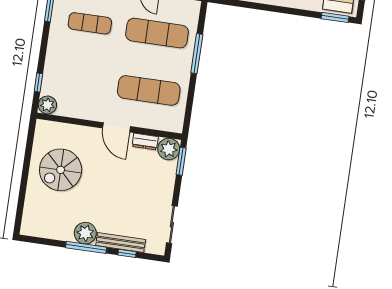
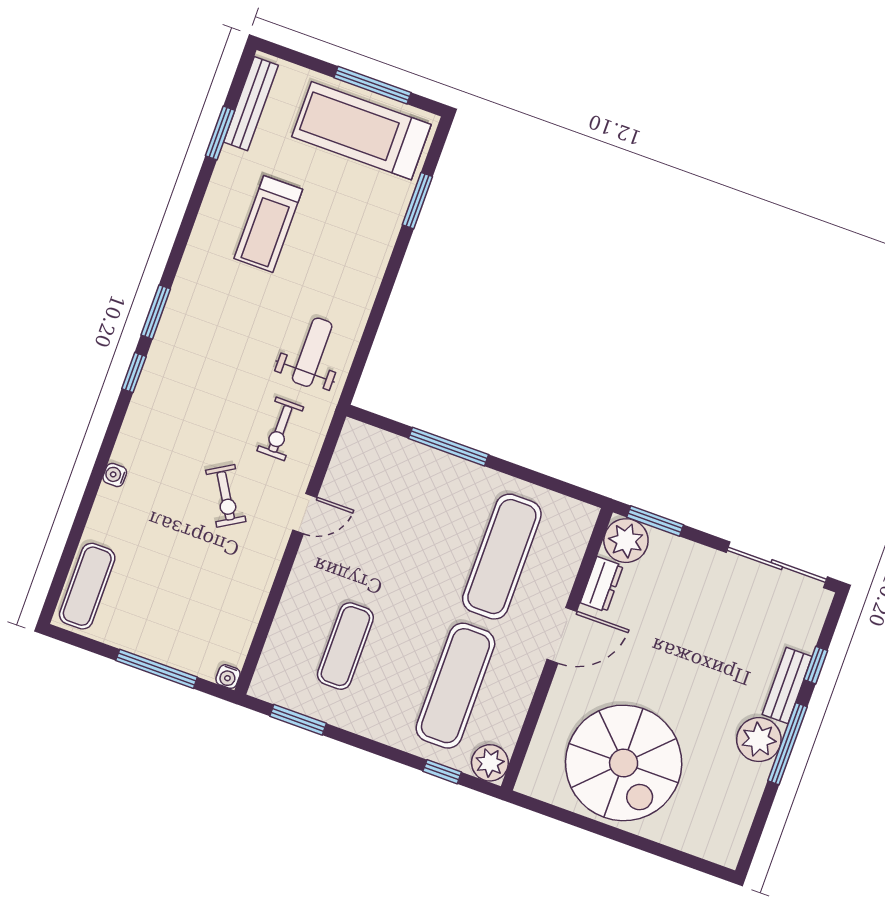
window: (335, 17) -> (417, 201), moved
exercise mat: (157, 33) -> (455, 686), moved
spiral stairs: (61, 170) -> (624, 763), width x1.37, depth x1.37
sliding door: (172, 225) -> (777, 565), width x1.37
bench: (121, 243) -> (787, 686), width x0.73

